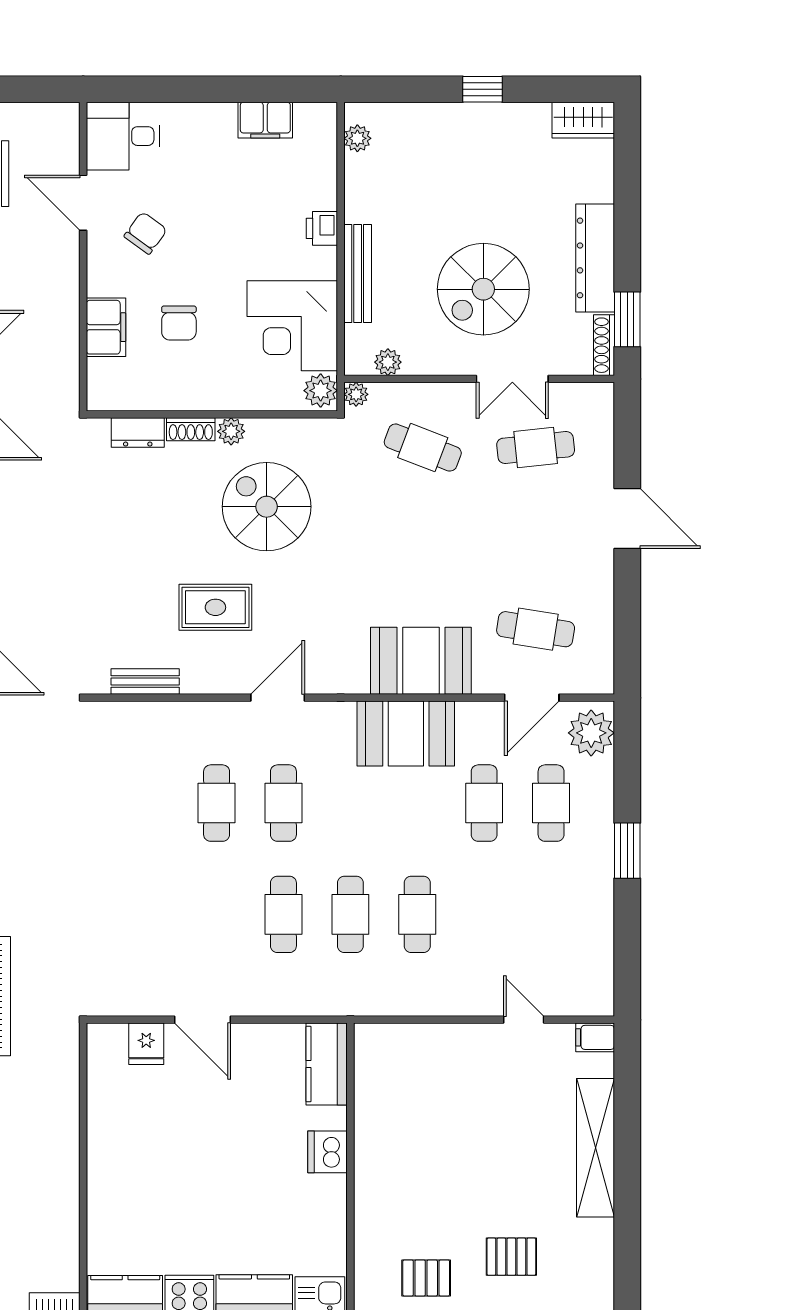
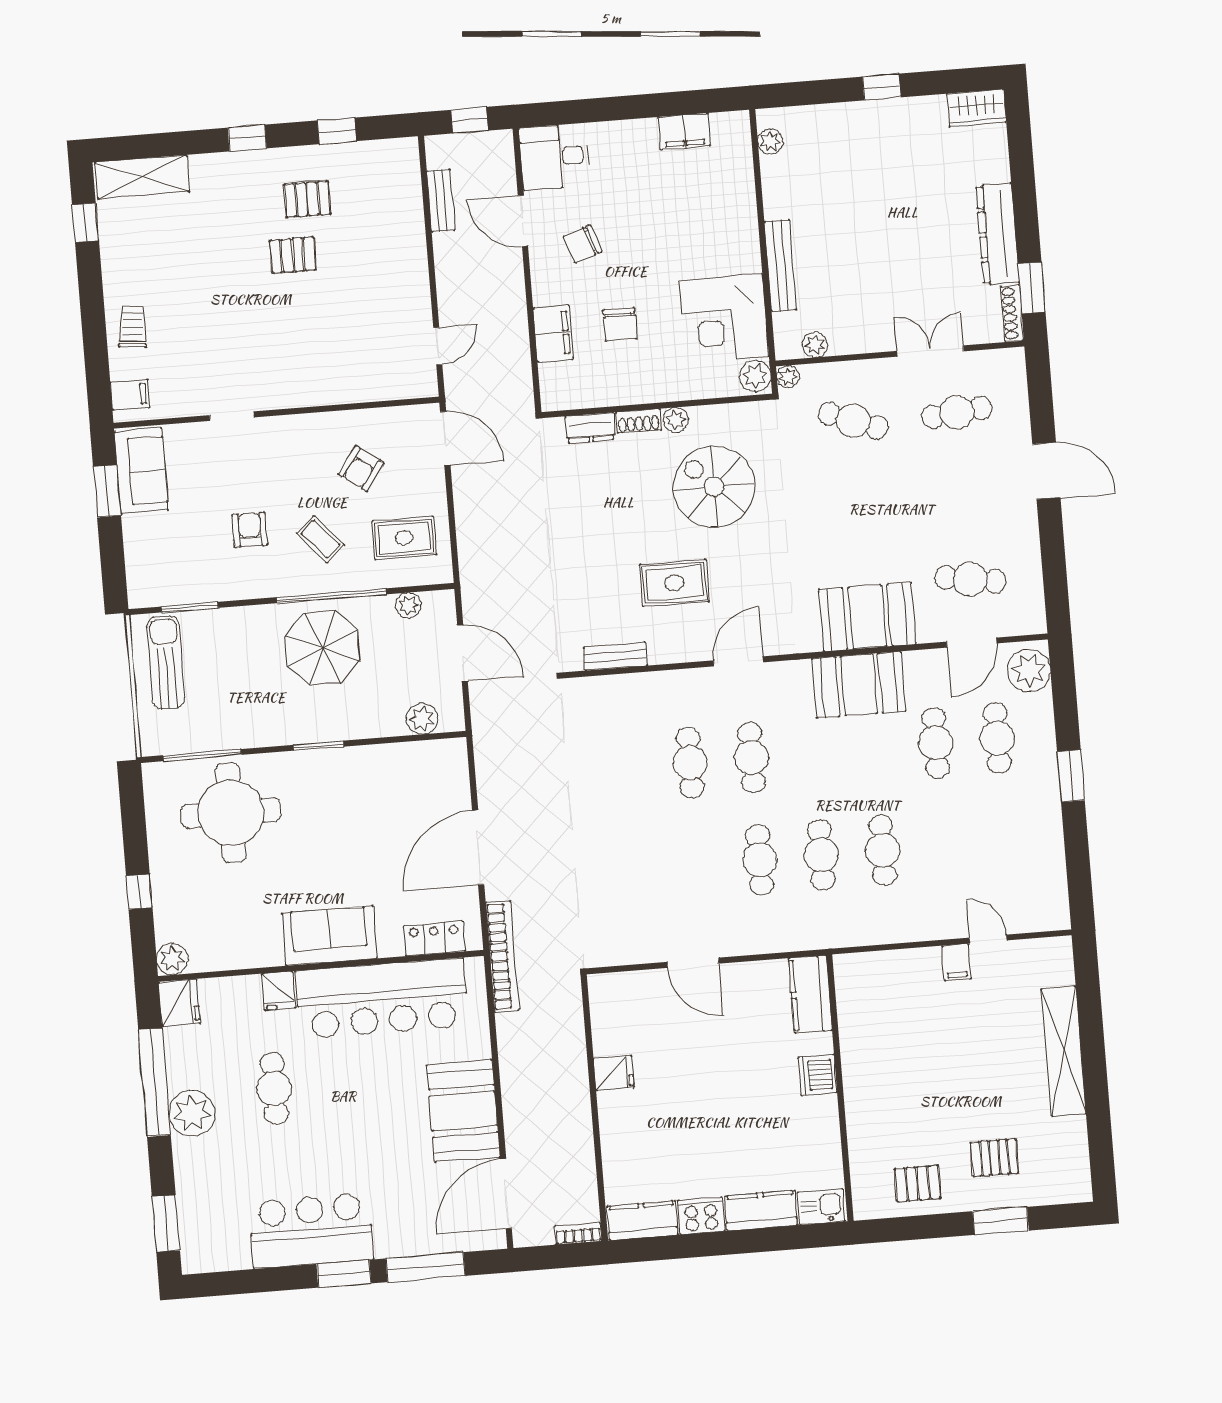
window: (34, 89) -> (470, 120), added
printer: (322, 228) -> (744, 227), removed
chair: (146, 233) -> (583, 244), turned -146
spiral stairs: (483, 289) -> (897, 271), removed
double door: (512, 379) -> (930, 351), swing flipped
filing cabinet: (595, 1037) -> (957, 962), moved, turned -90
fridge: (146, 1044) -> (614, 1073), moved, turned -90

